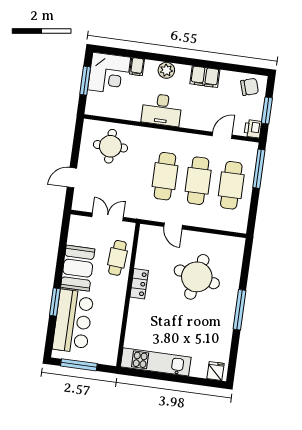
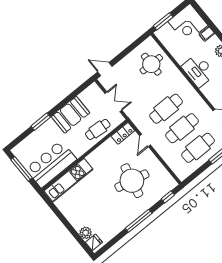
window: (85, 81) -> (163, 21), moved
door: (72, 178) -> (105, 69), moved
window: (246, 260) -> (168, 197), added
locker: (139, 284) -> (123, 133), moved
bar counter: (73, 321) -> (51, 164), moved, turned 180
kitchen unit: (156, 362) -> (69, 180), moved, turned 90
plant: (199, 369) -> (86, 233), added

